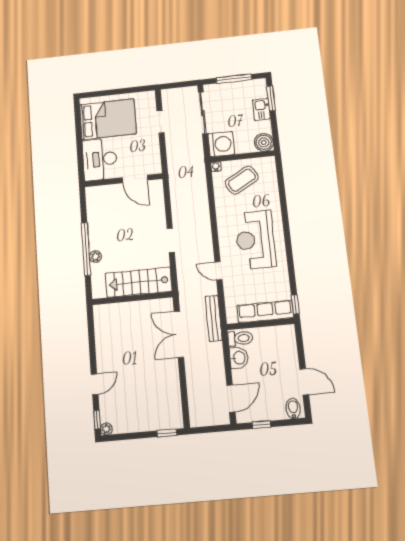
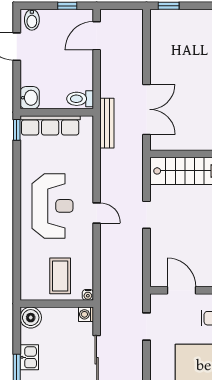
doorway: (161, 122) -> (147, 326), moved
washing machine: (221, 144) -> (86, 314), width x0.53, depth x0.53
coffee table: (242, 180) -> (60, 276), turned -61
door: (218, 271) -> (97, 213), moved
washbasin: (239, 358) -> (30, 98), moved, turned 180

